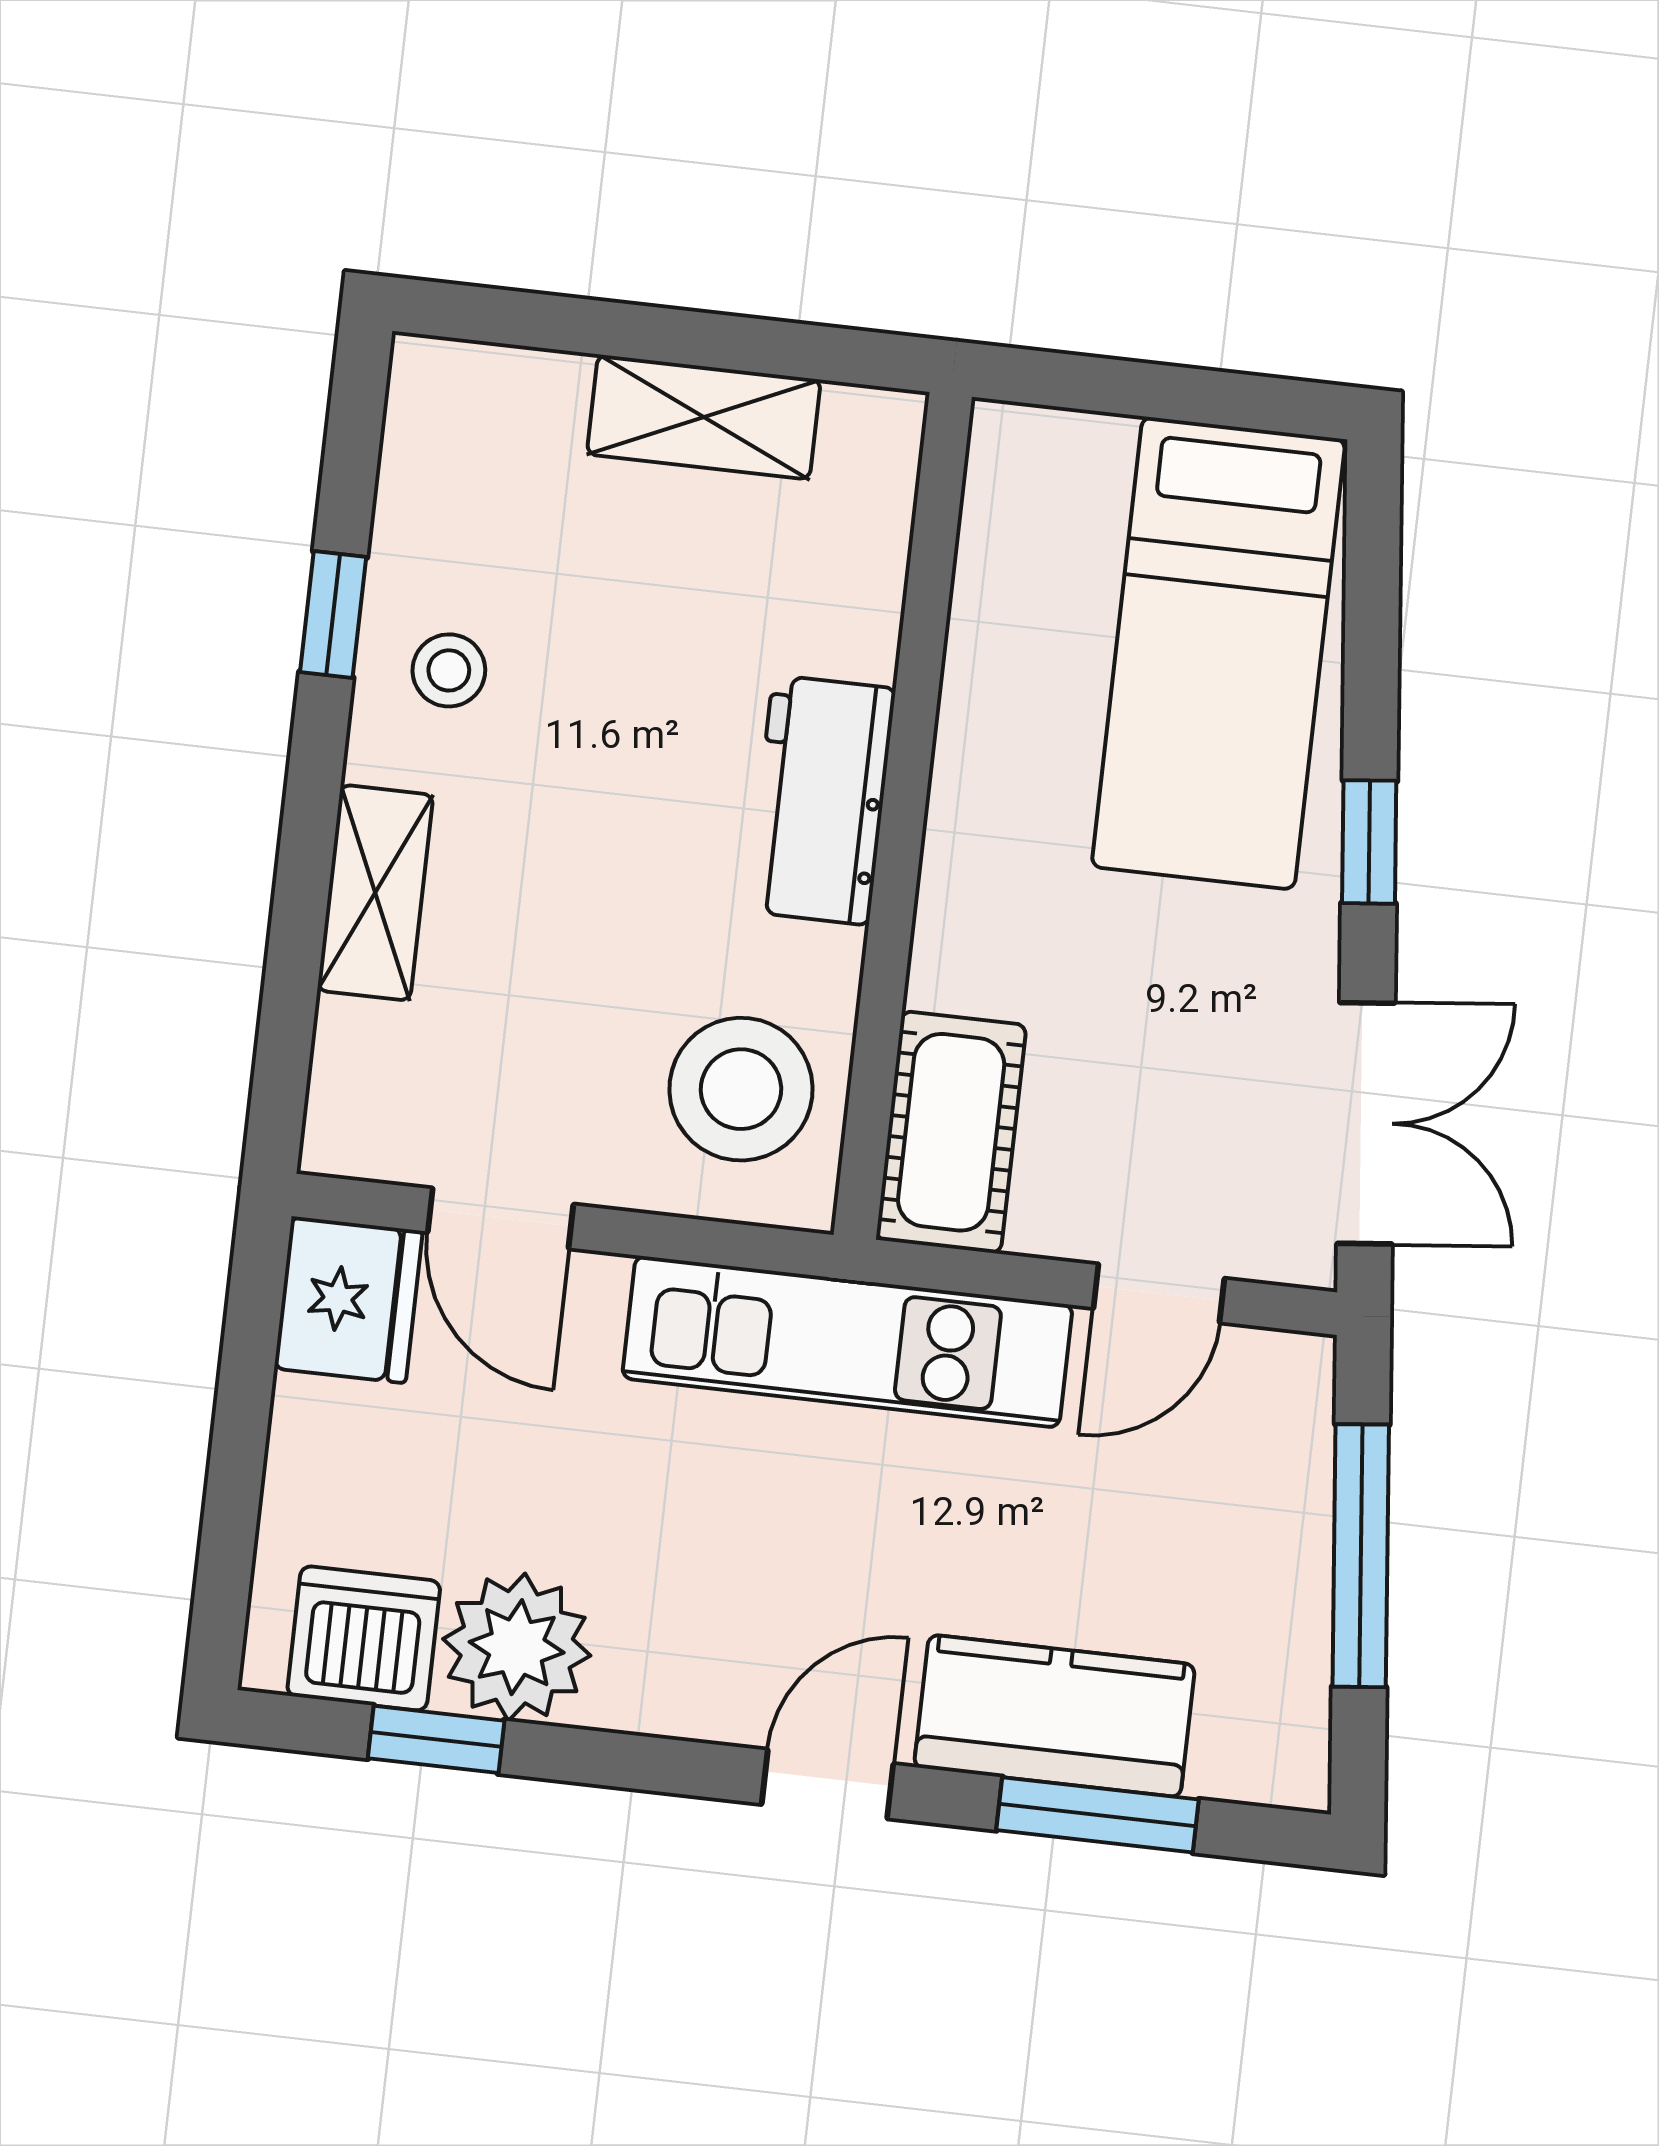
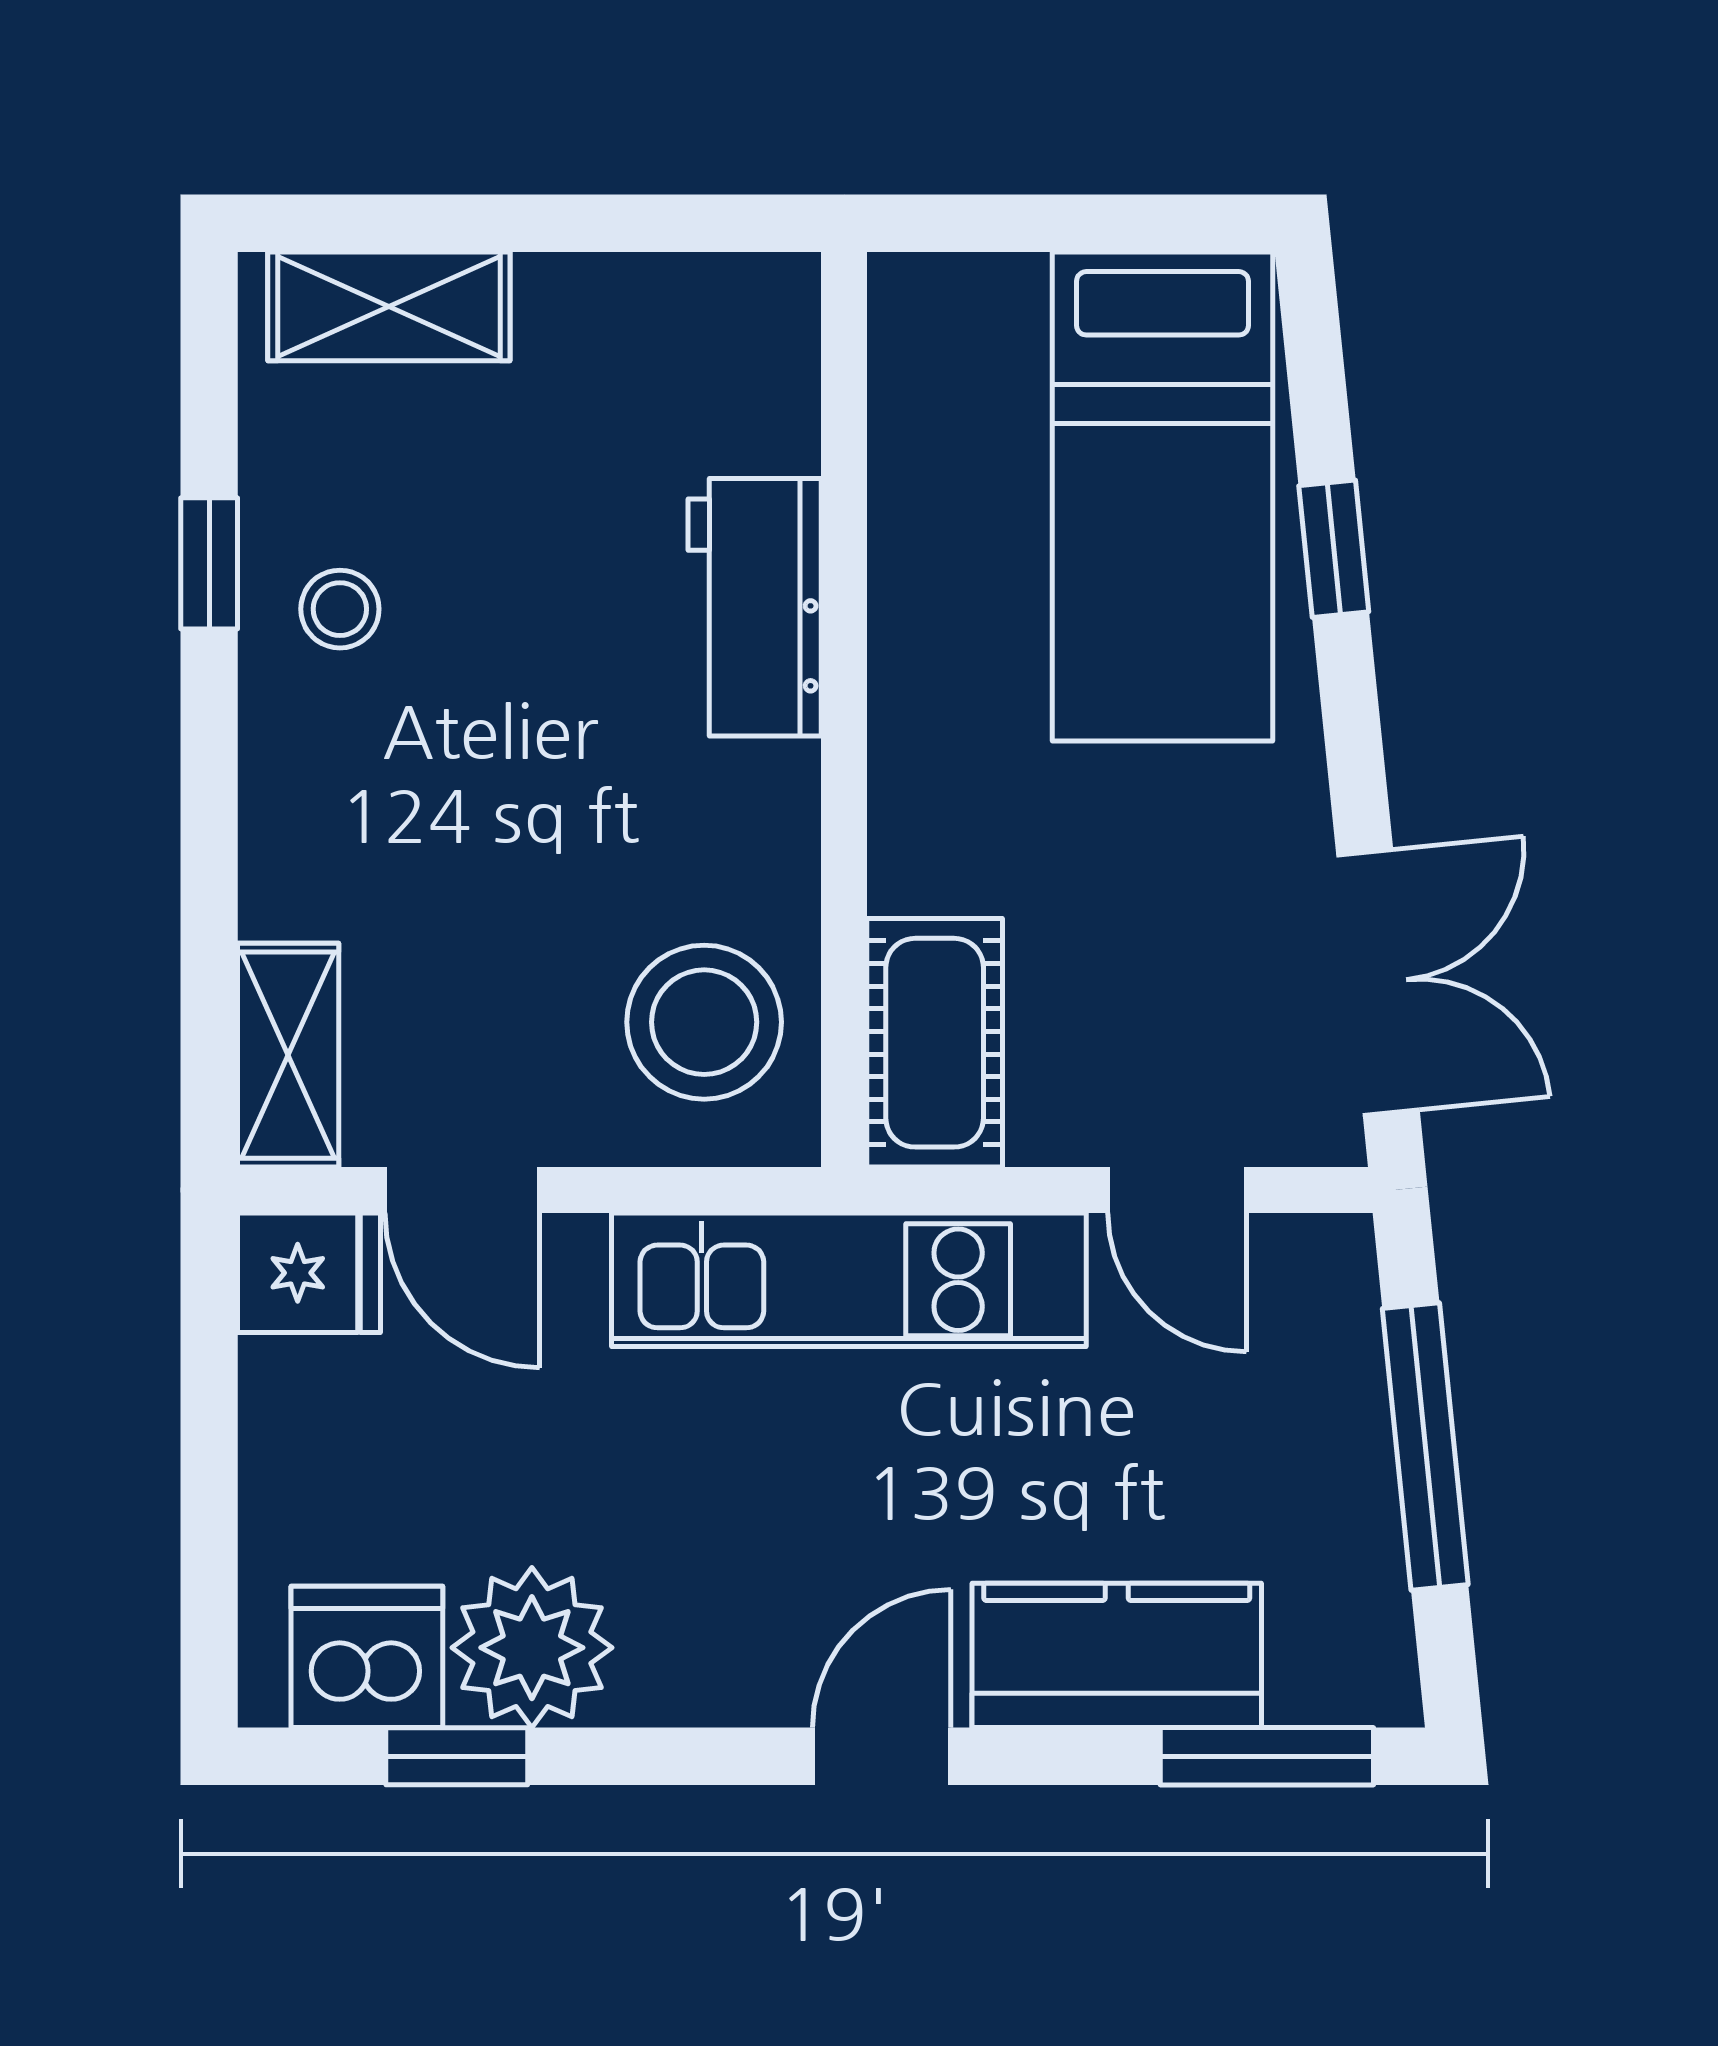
shelving: (704, 417) -> (389, 306), moved
workbench: (821, 800) -> (755, 607), moved
window: (1369, 842) -> (1334, 549), moved
shelving: (375, 893) -> (288, 1055), moved
door: (1159, 1293) -> (1177, 1190), hinge flipped
fridge: (348, 1300) -> (309, 1273), width x0.72
window: (1098, 1815) -> (1267, 1756), moved

